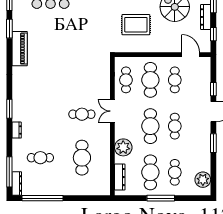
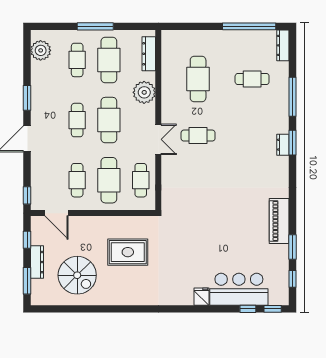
window: (213, 89) -> (27, 195), moved
dresser: (17, 130) -> (283, 145), moved
window: (9, 172) -> (292, 97), moved

